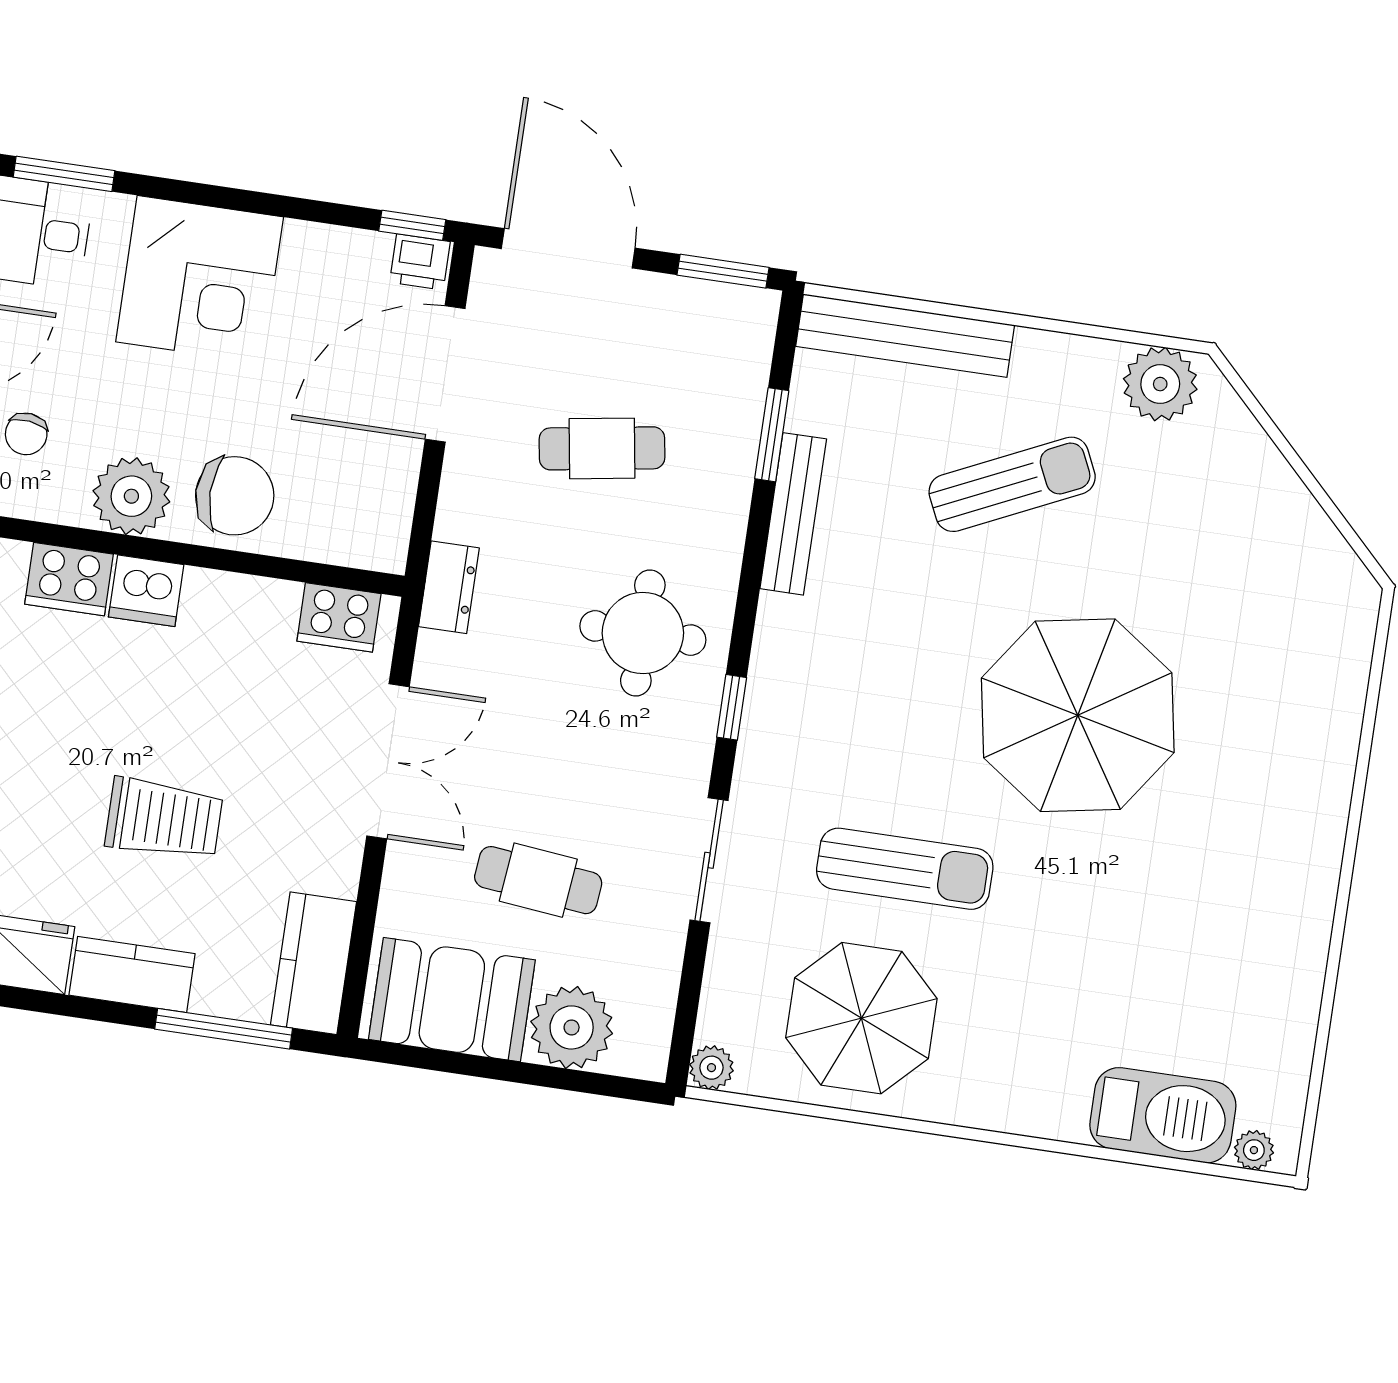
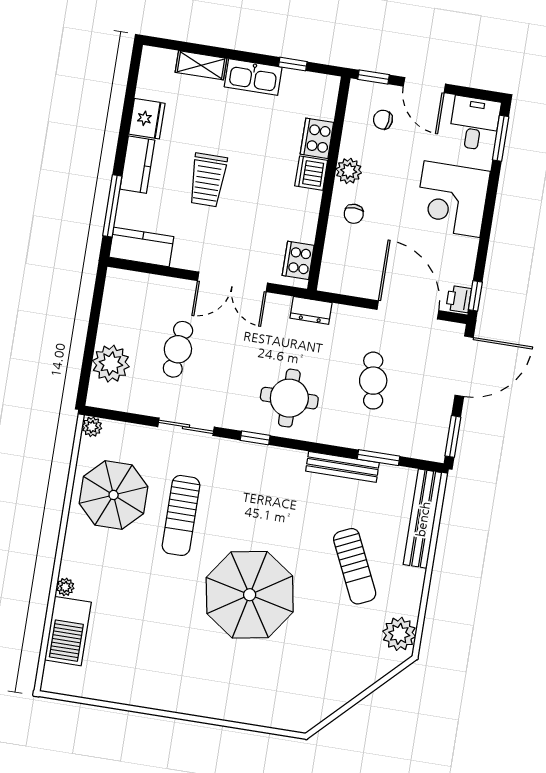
plant: (131, 496) -> (349, 171), width x0.73, depth x0.73
chair: (235, 496) -> (354, 214), width x0.54, depth x0.54
booth: (452, 1000) -> (124, 309), removed
plant: (1254, 1150) -> (65, 587), moved

